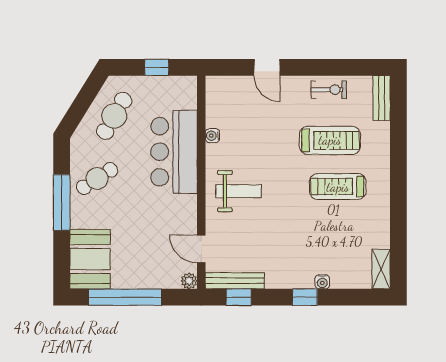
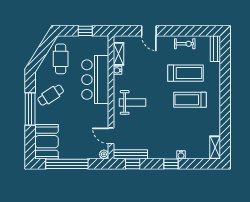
shelving: (214, 107) -> (119, 54), added
cafe table: (114, 116) -> (61, 59), turned -30

